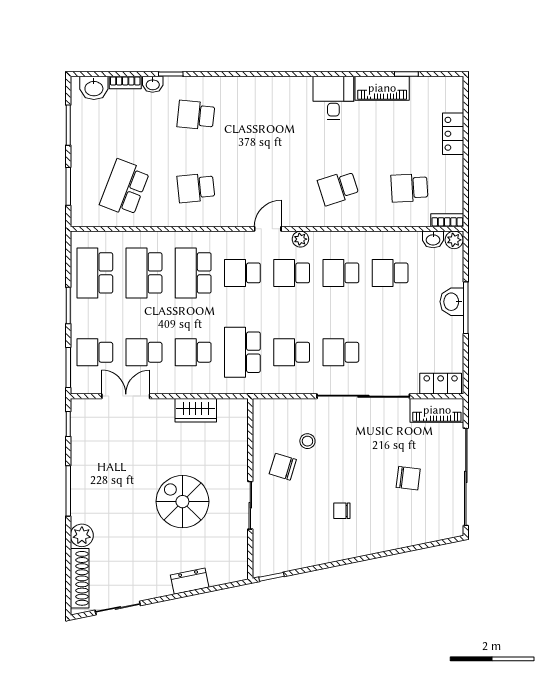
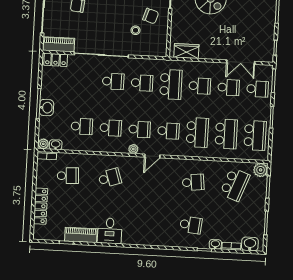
locker: (453, 134) -> (41, 206), width x1.53
plant: (82, 215) -> (261, 170), added
wardrobe: (196, 410) -> (186, 51), moved

